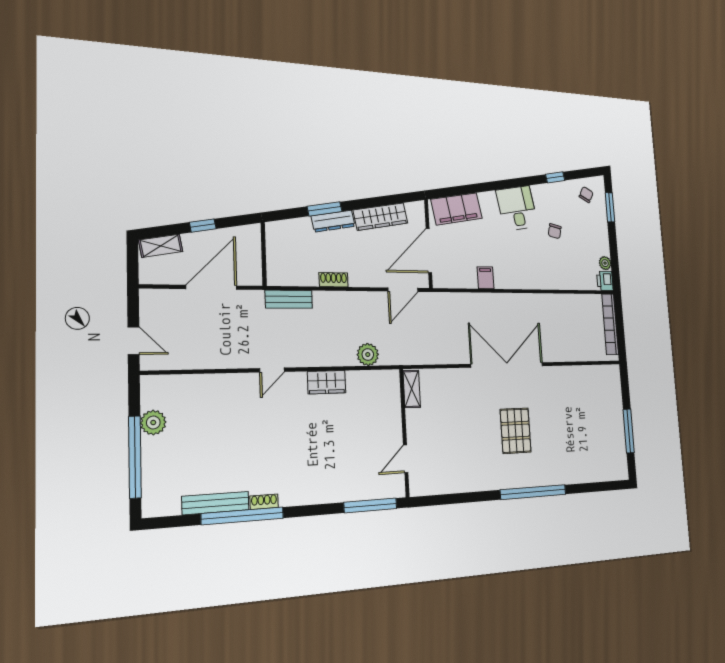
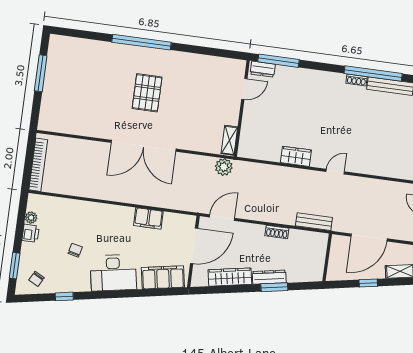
desk: (517, 208) -> (113, 273), width x1.37
filing cabinet: (486, 278) -> (148, 218), width x2.00
printer: (605, 281) -> (31, 233), moved
plant: (368, 355) -> (224, 167), moved
dresser: (388, 490) -> (263, 69), added

